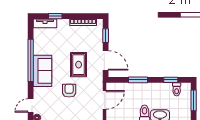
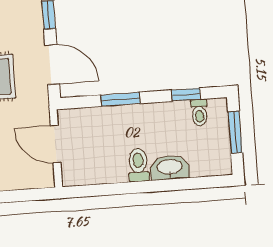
door: (104, 100) -> (56, 144), swing flipped

